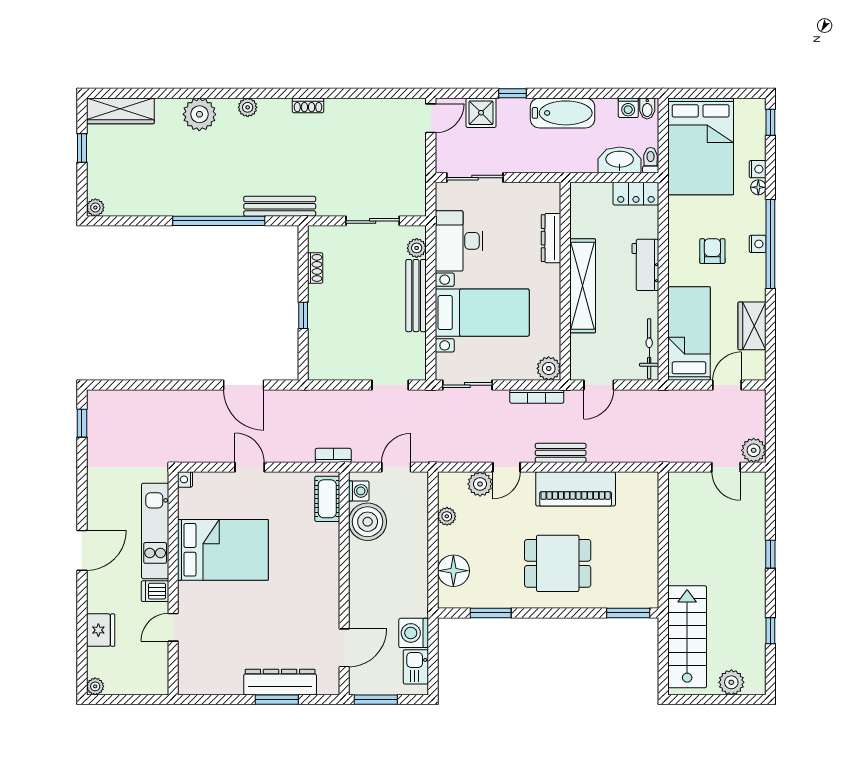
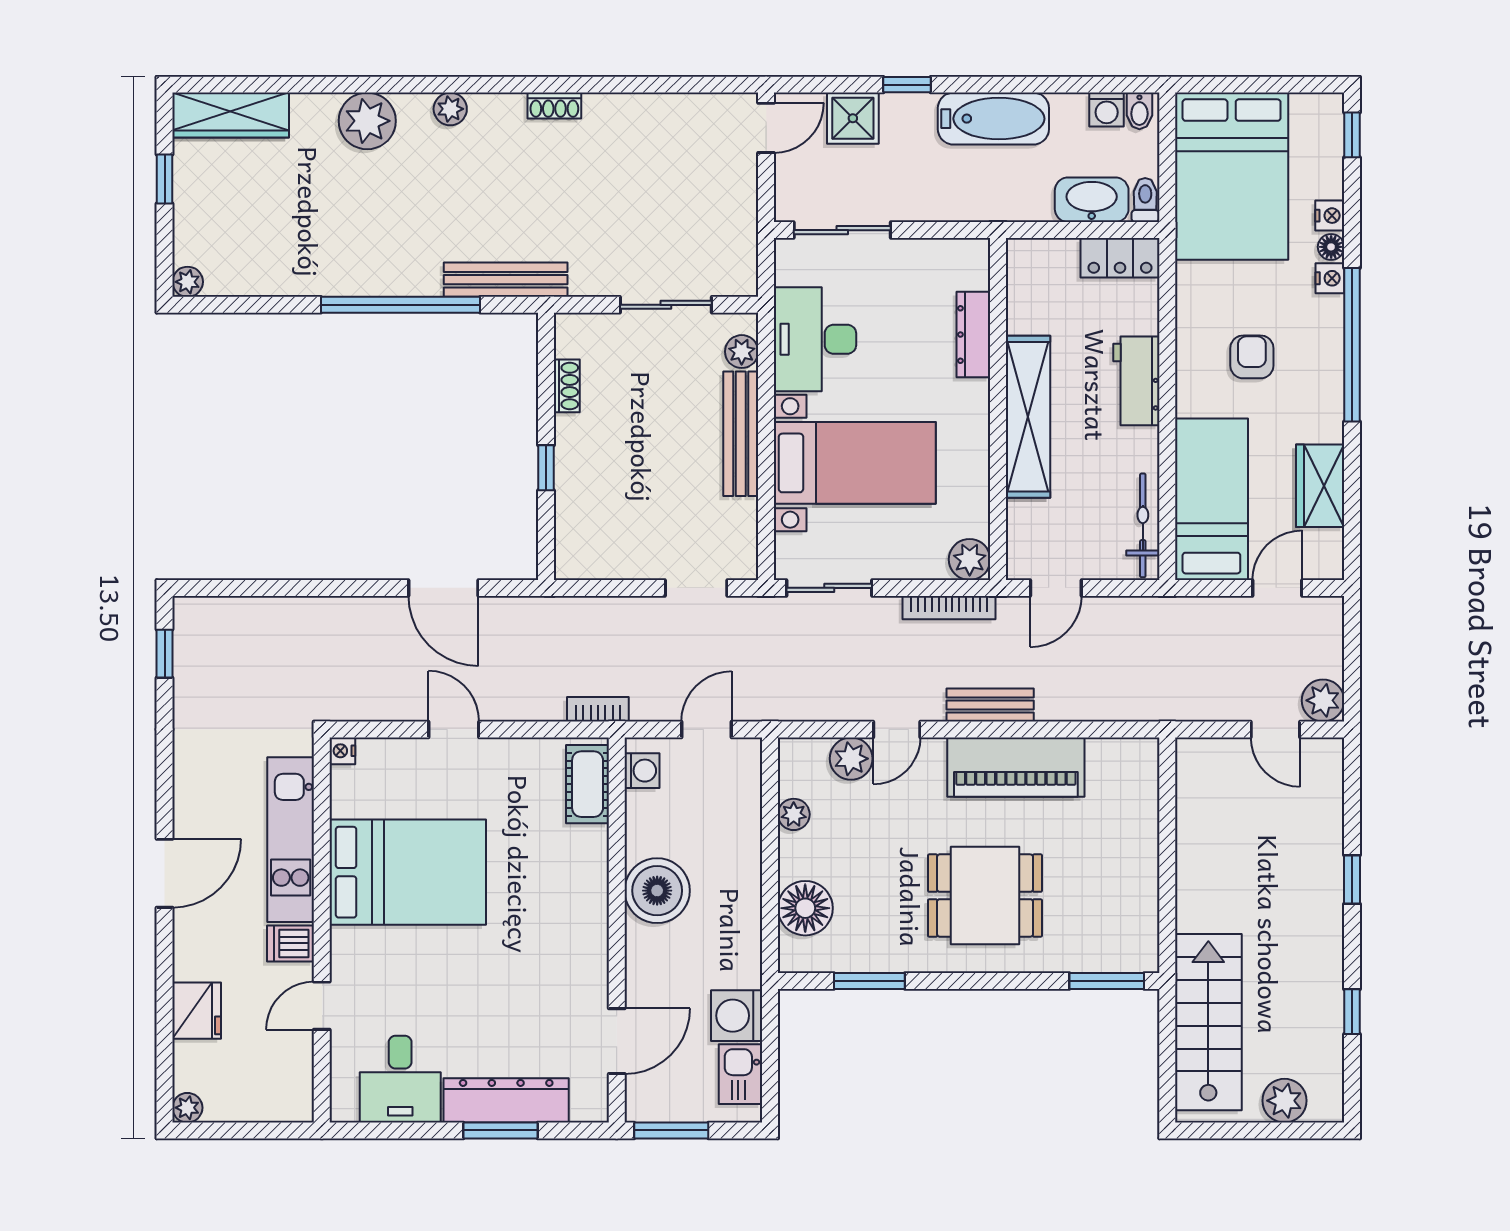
nightstand: (758, 244) -> (1330, 278), moved
boiler: (368, 522) -> (657, 891), moved
desk: (219, 670) -> (400, 1079), added

